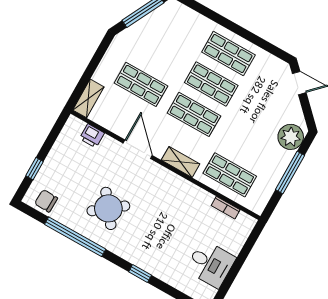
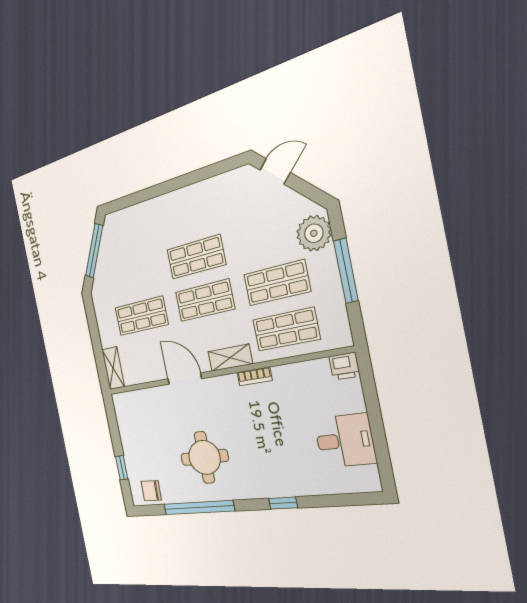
shop shelf: (228, 54) -> (277, 283), moved
printer: (92, 136) -> (344, 366), moved
round table: (108, 208) -> (204, 457), turned 38
bookcase: (226, 208) -> (254, 376), moved

